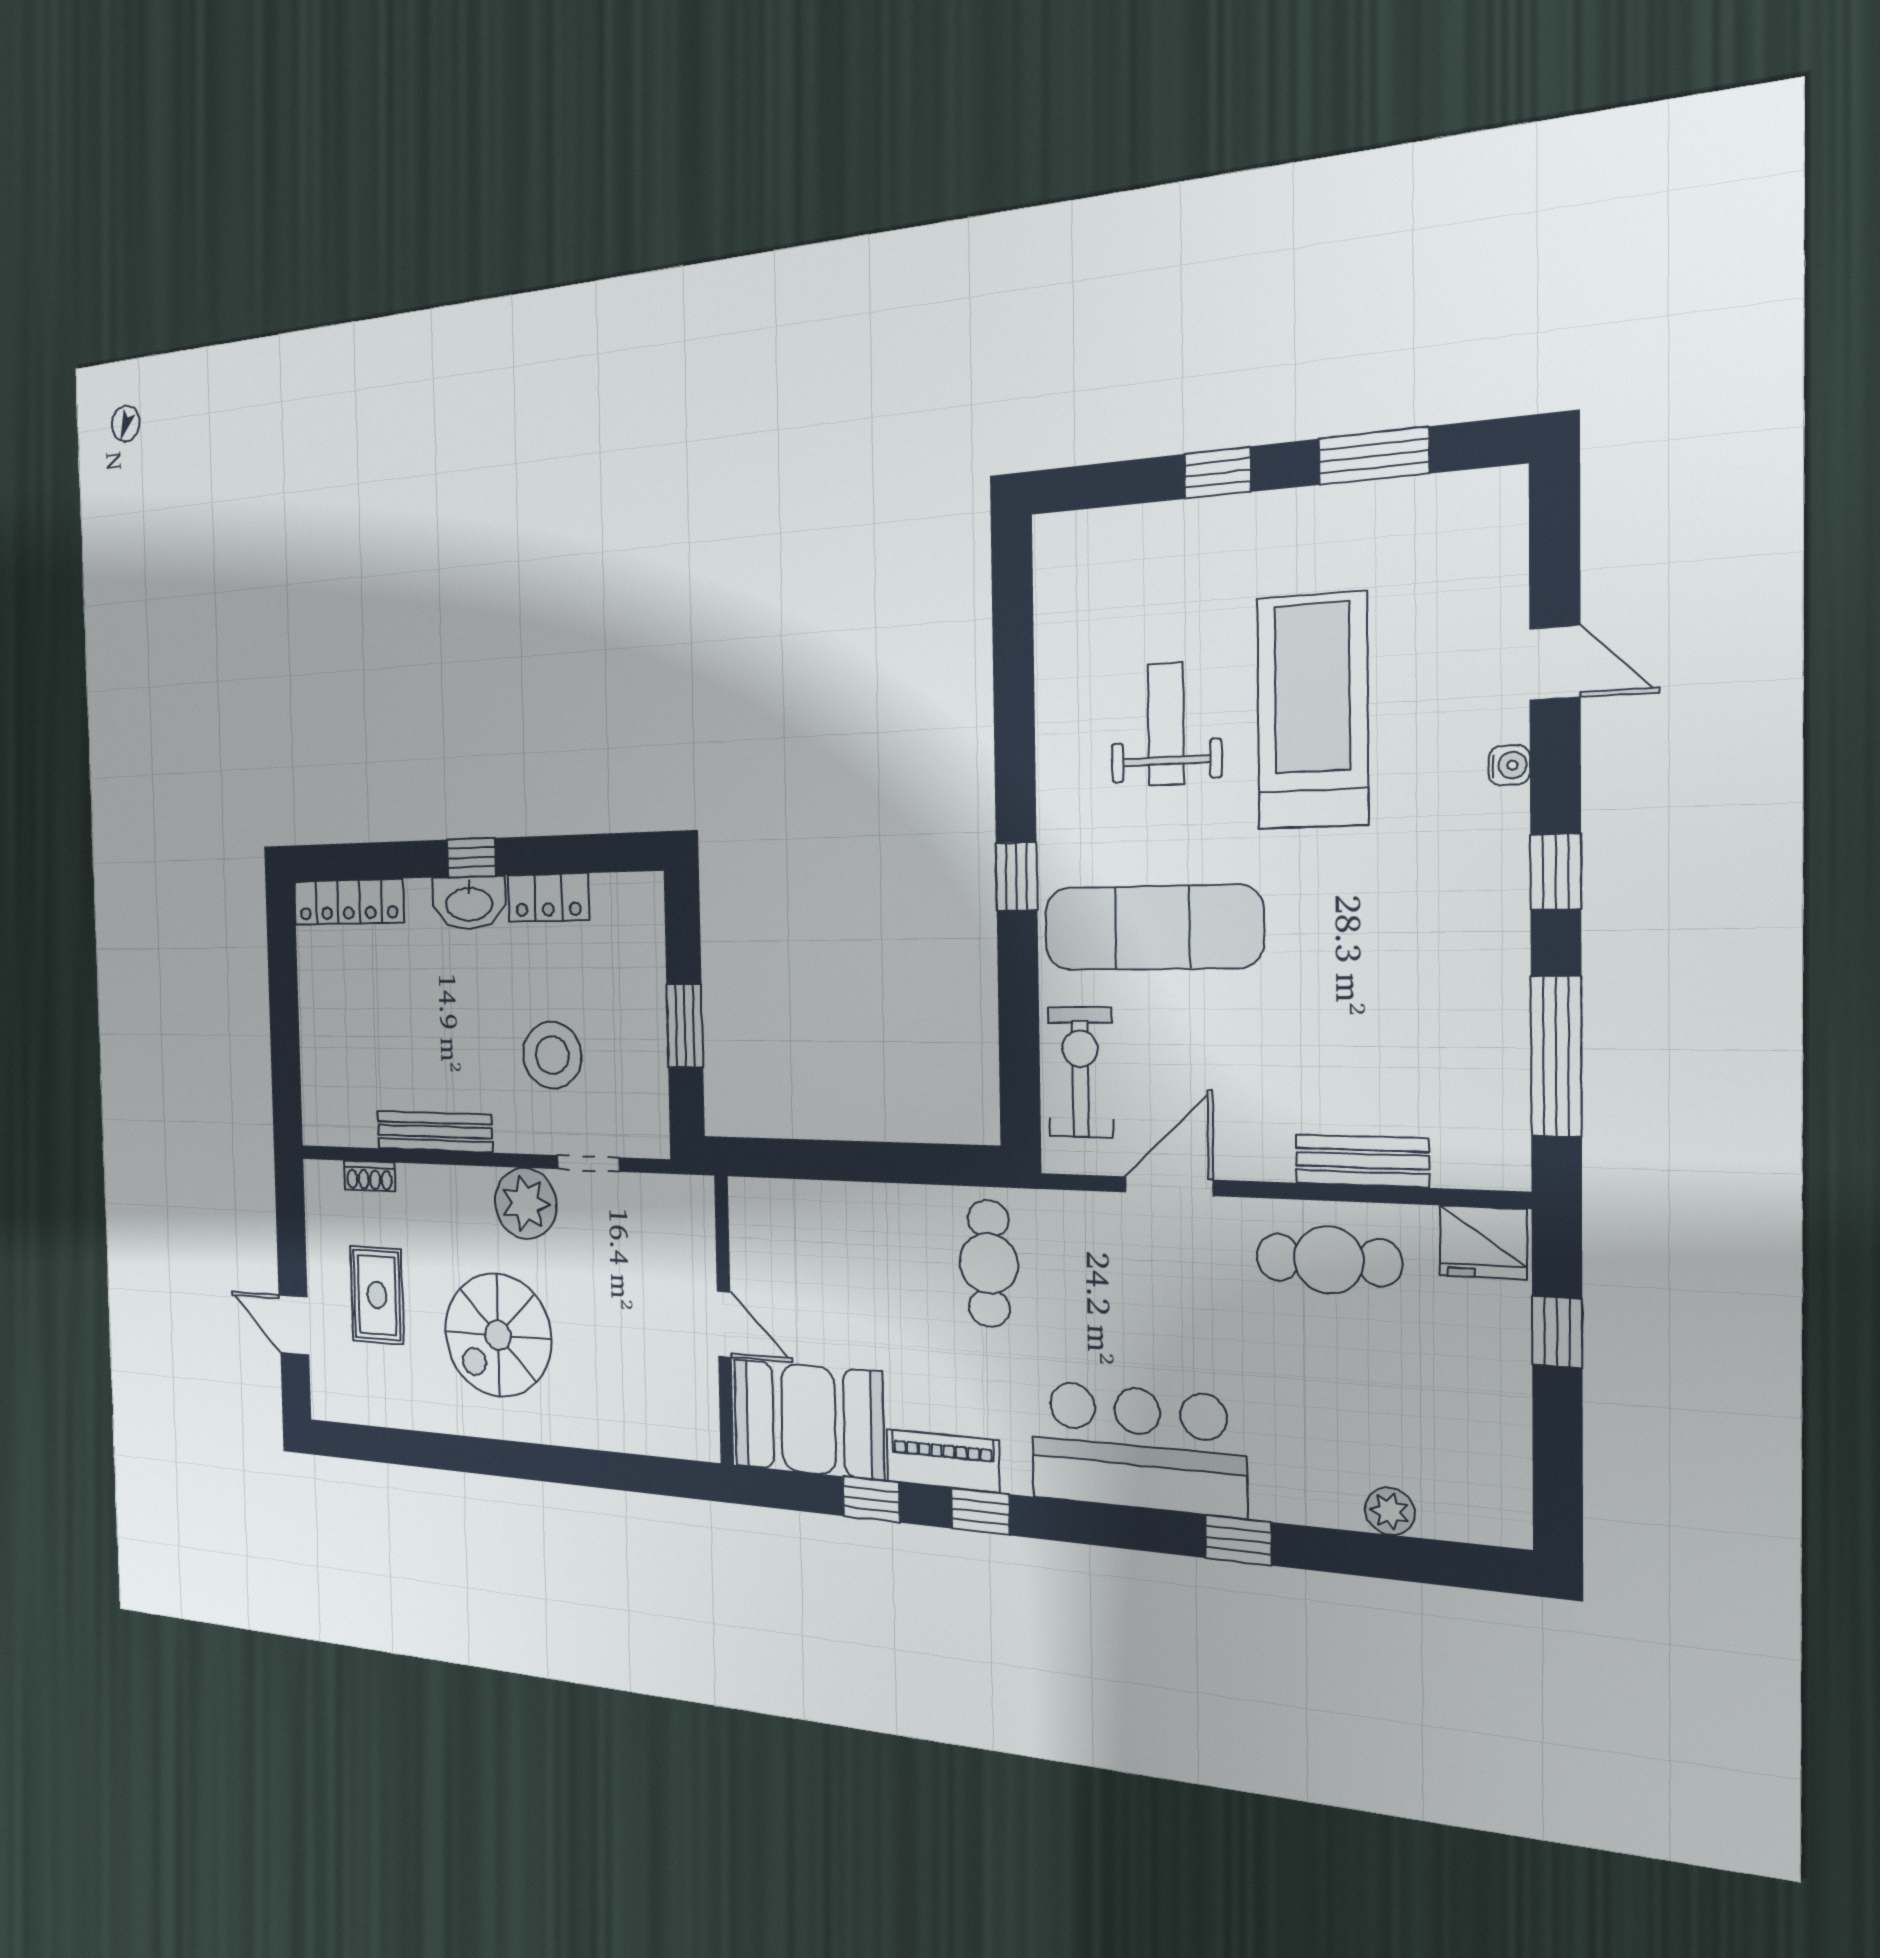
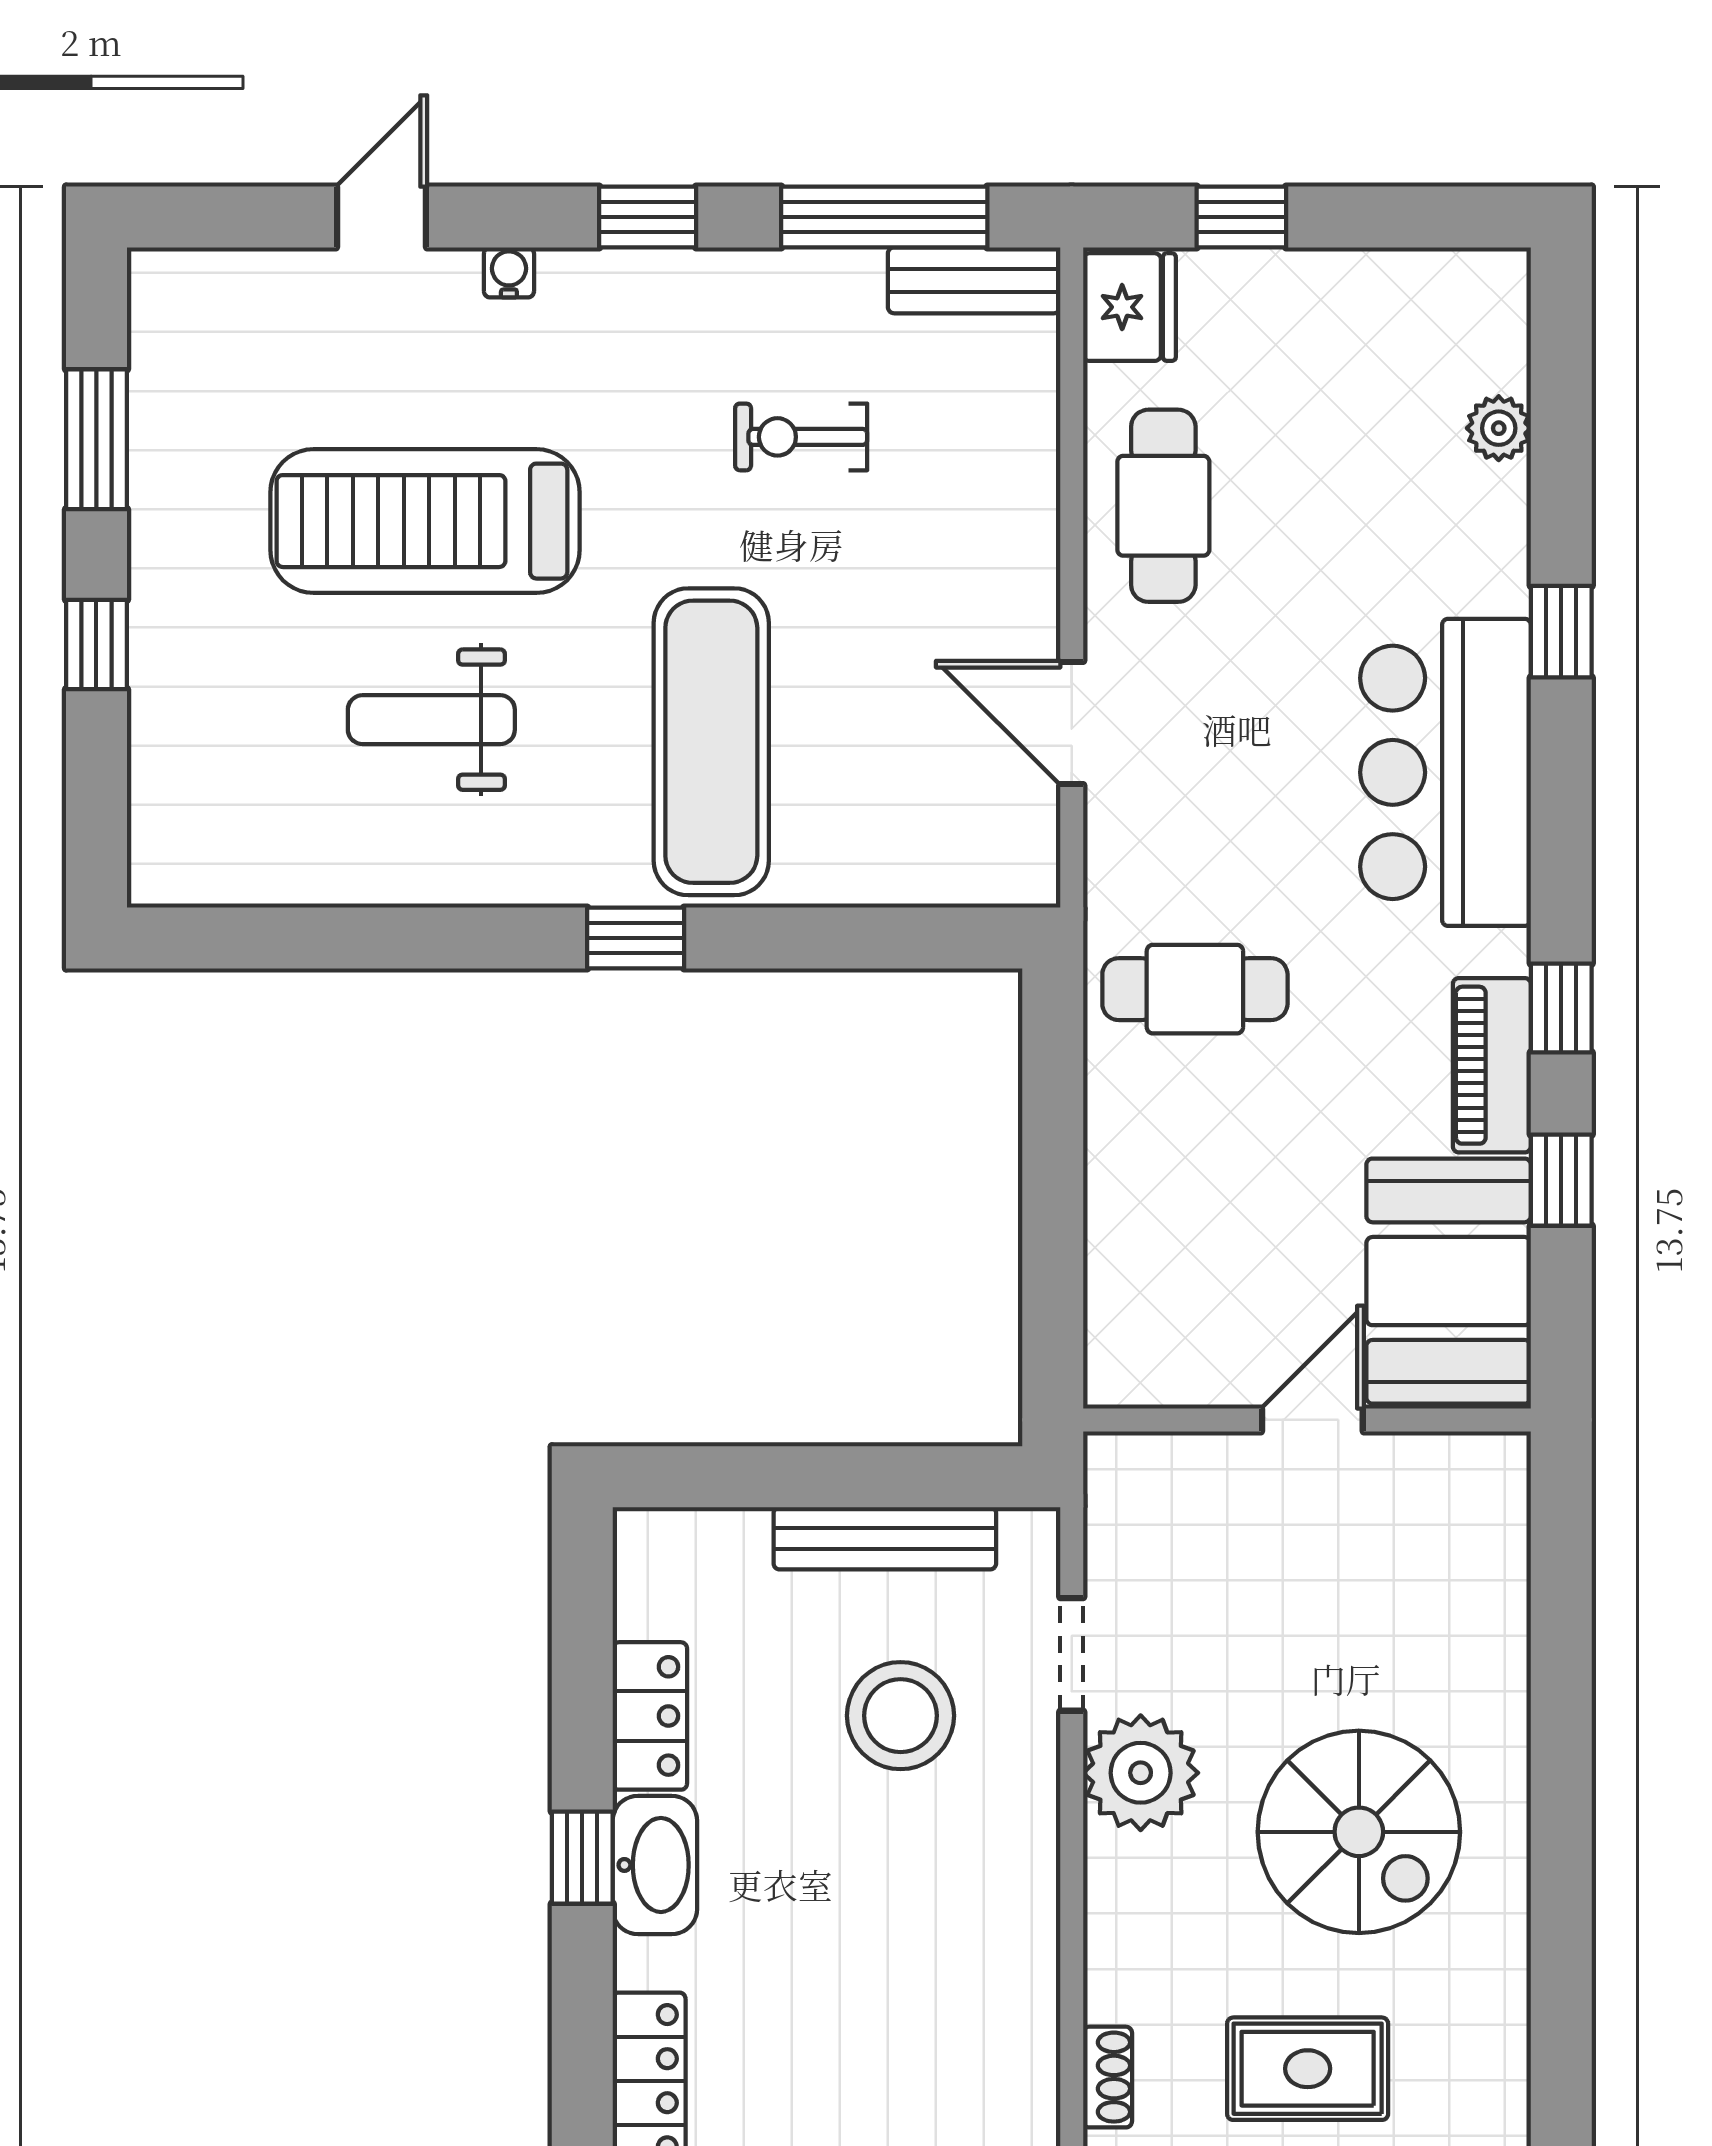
window: (685, 1026) -> (852, 1477), removed
exercise bike: (1080, 1072) -> (801, 437), moved, width x0.73, depth x0.72
bench: (435, 1132) -> (885, 1538), moved, turned 90
bench: (1362, 1161) -> (974, 280), moved, turned 90

